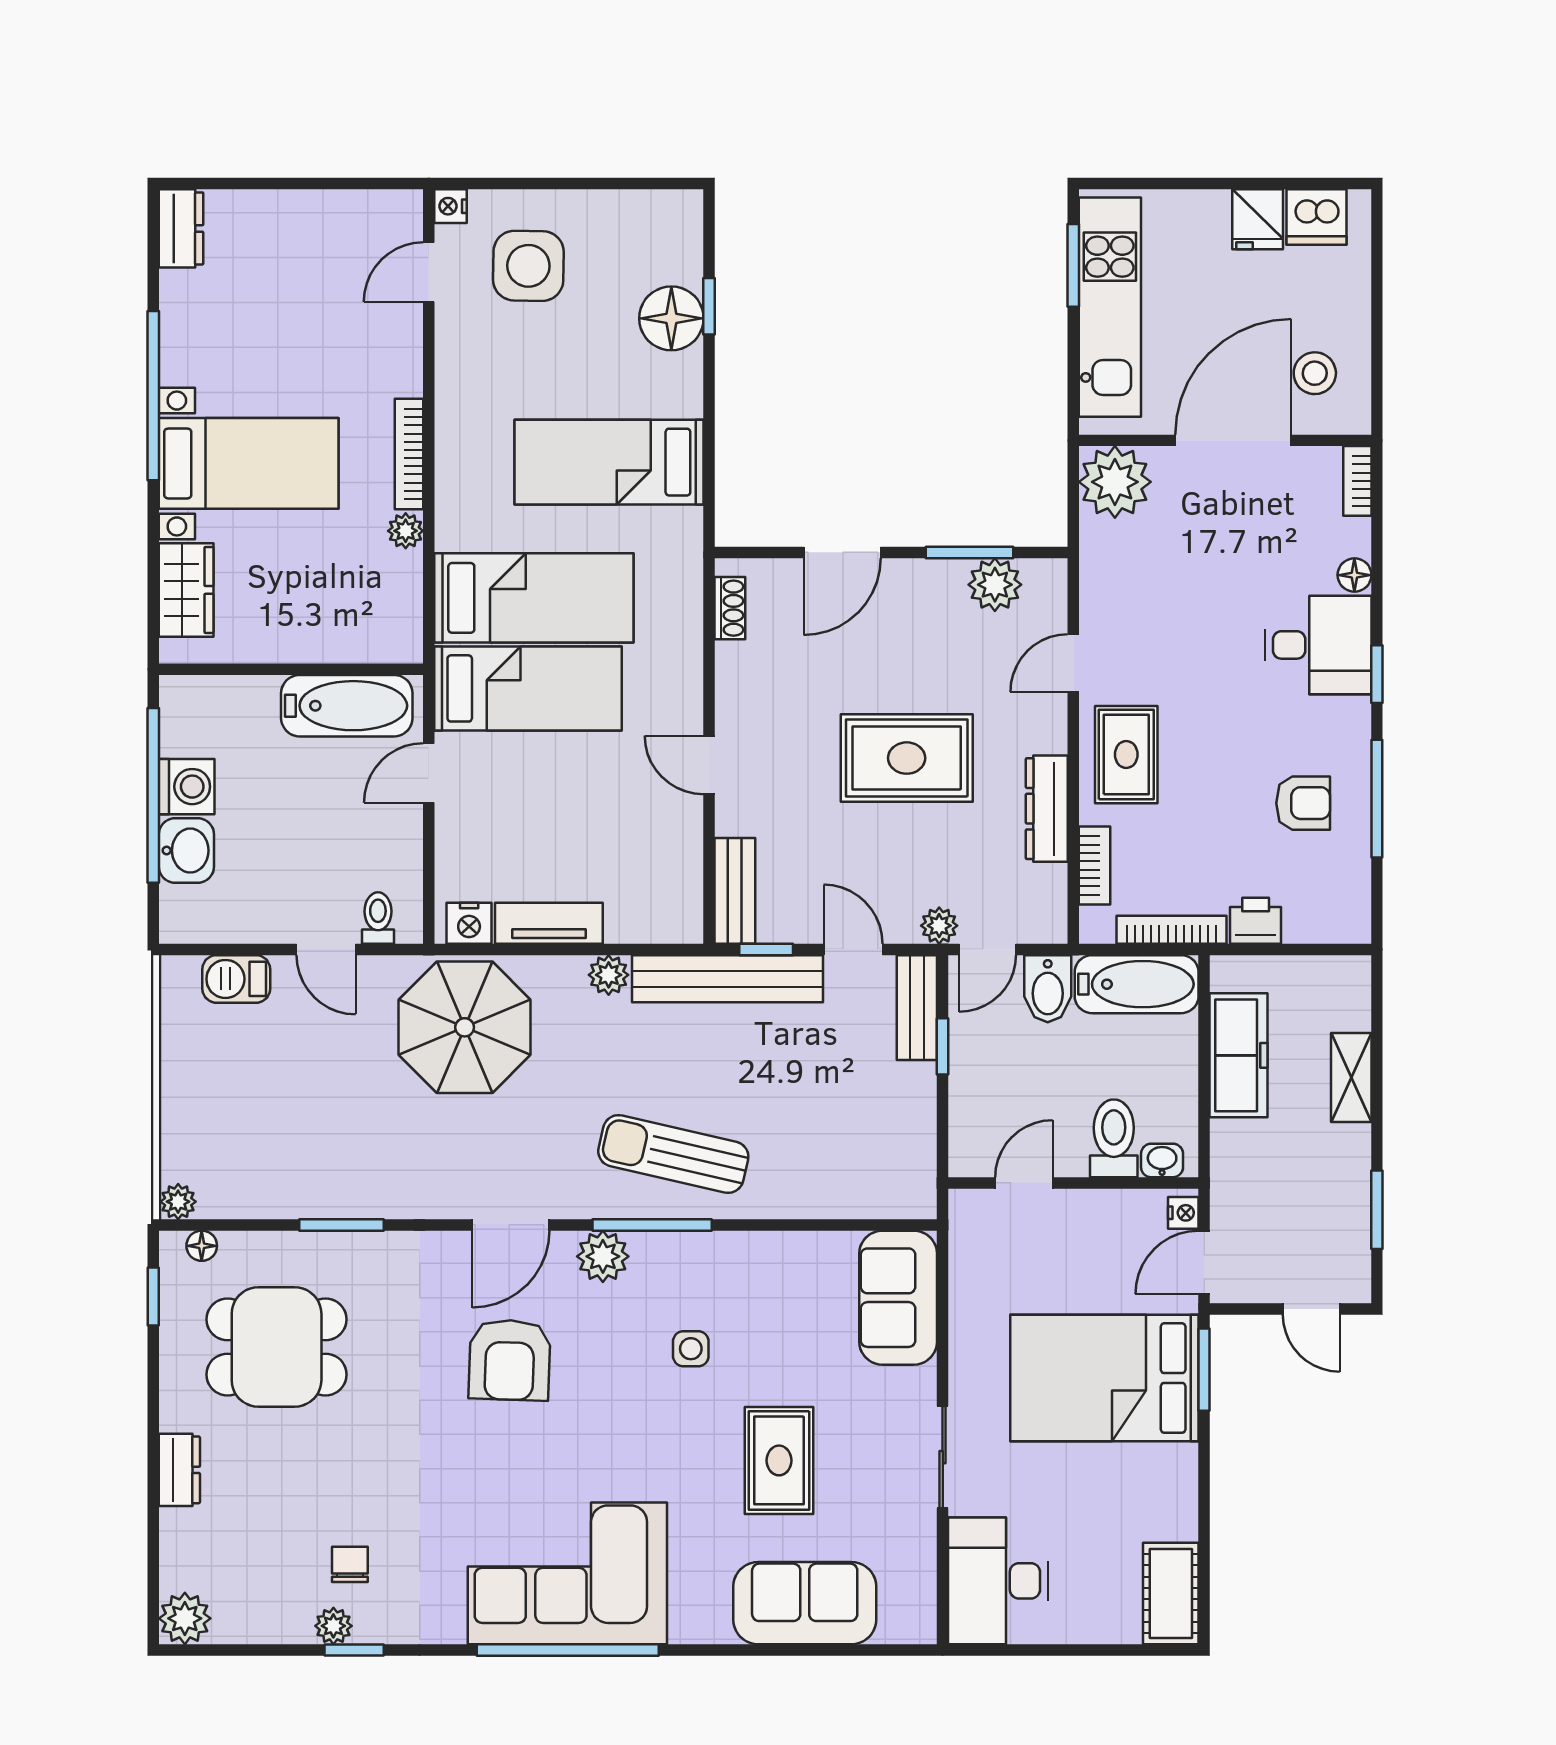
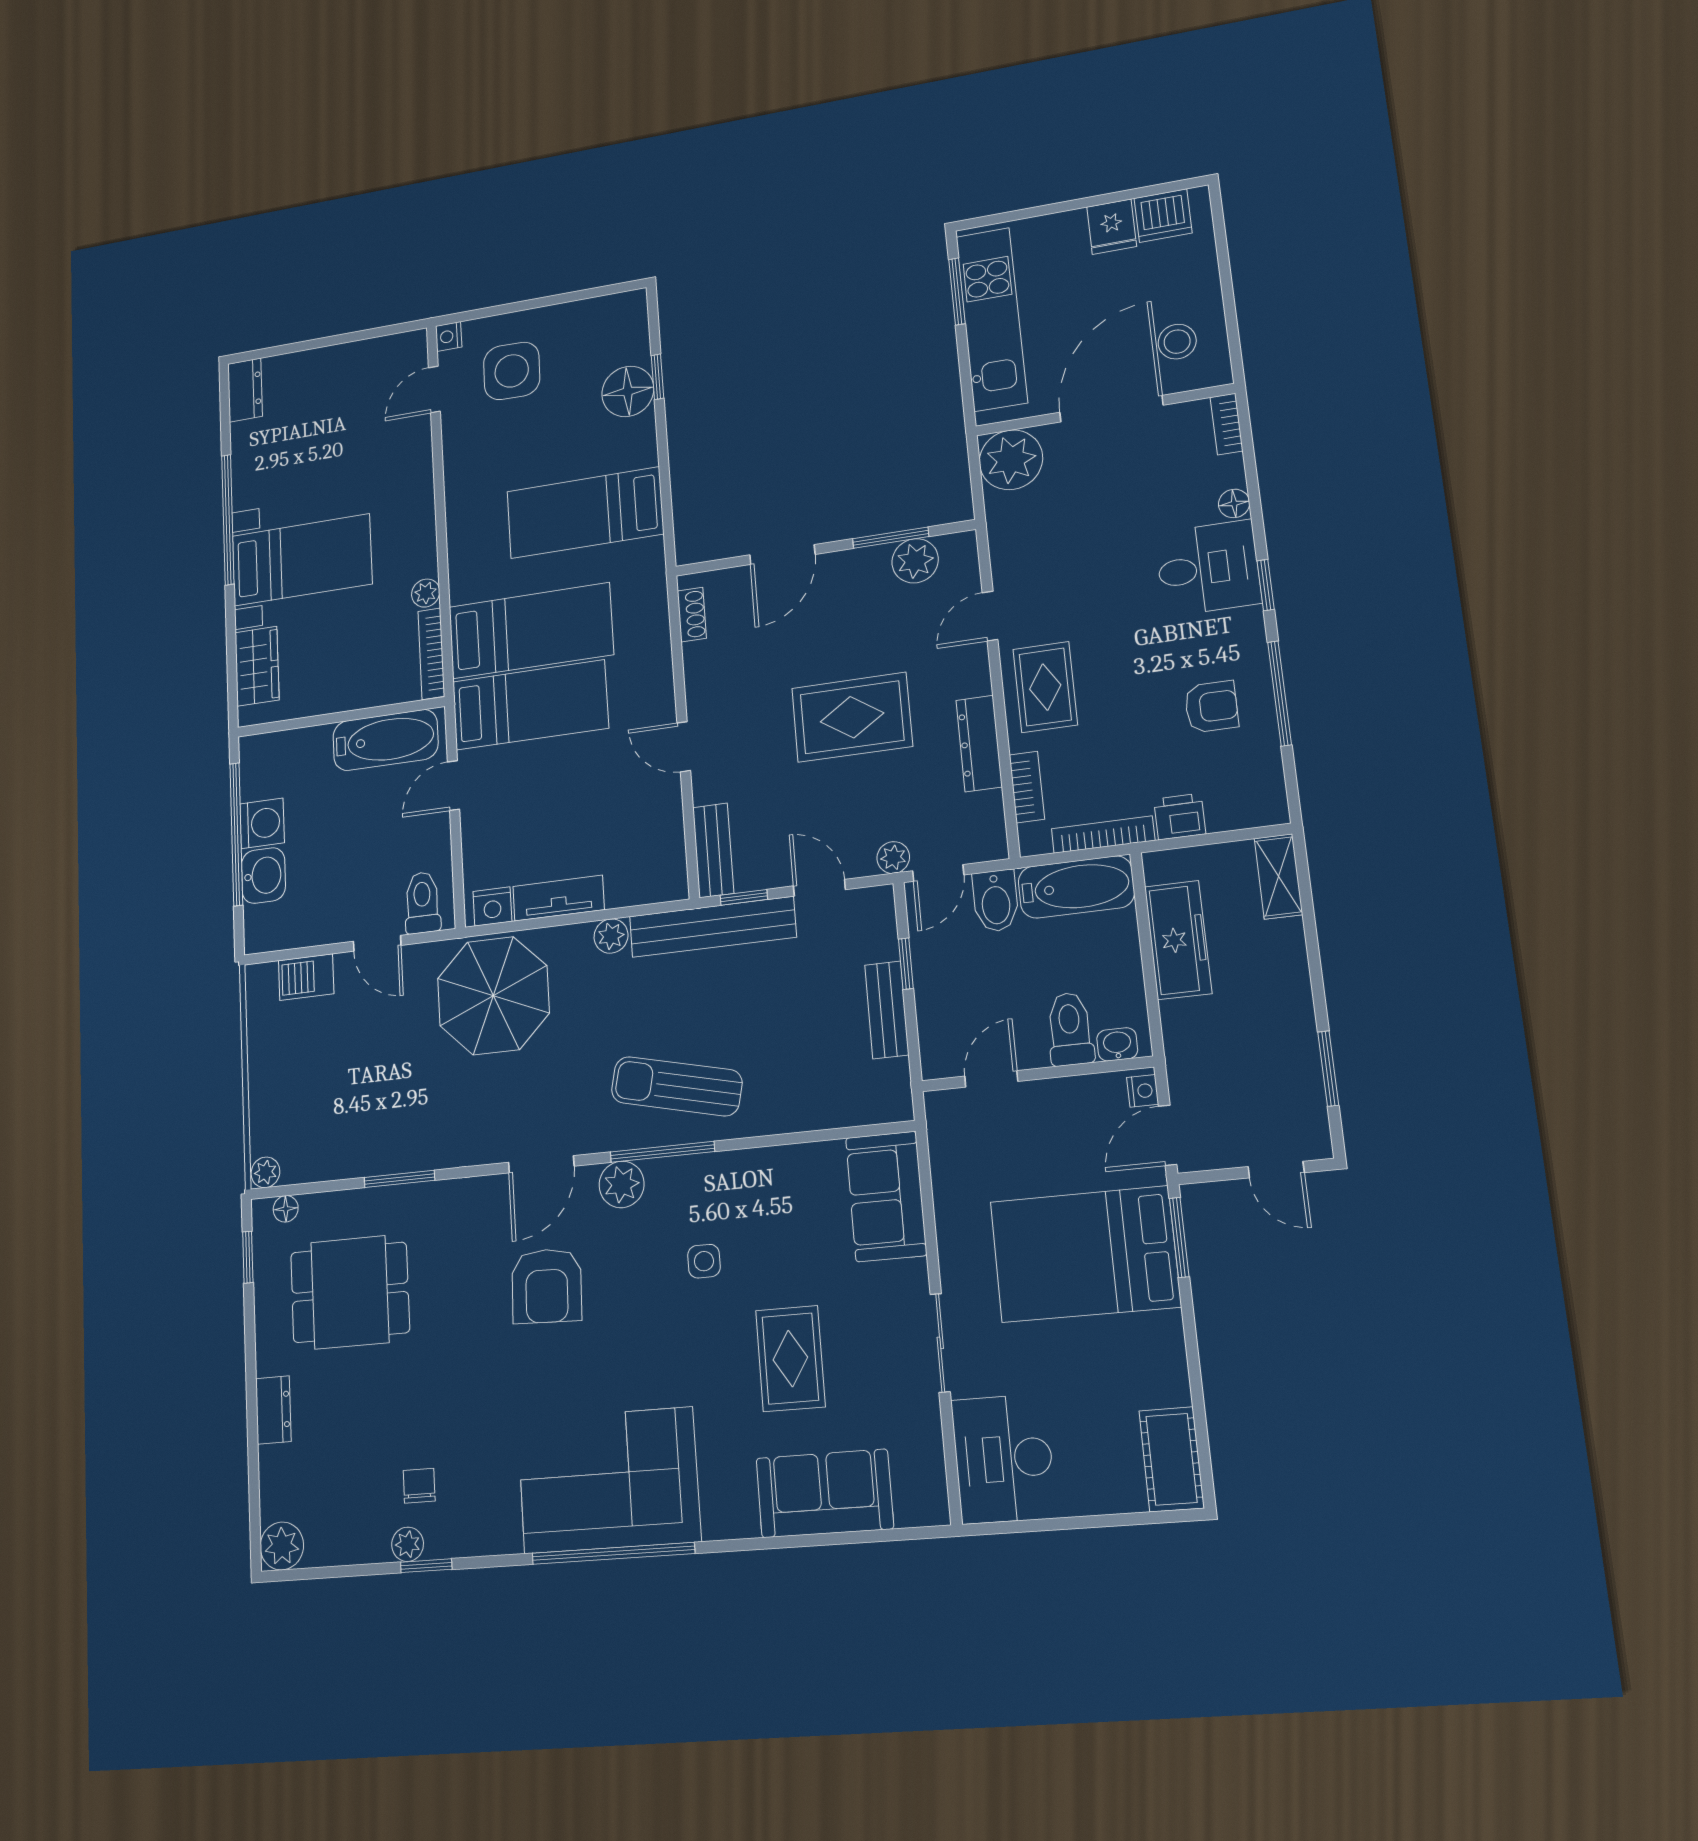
bookcase: (409, 454) -> (431, 654), moved
toilet: (378, 918) -> (422, 903), width x1.37, depth x1.39
bench: (917, 1008) -> (887, 1010), moved
shelving: (1351, 1078) -> (1278, 876), moved

